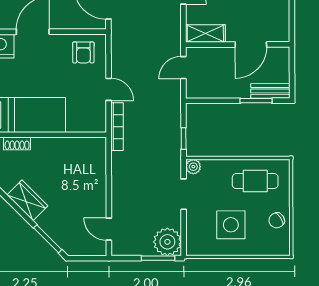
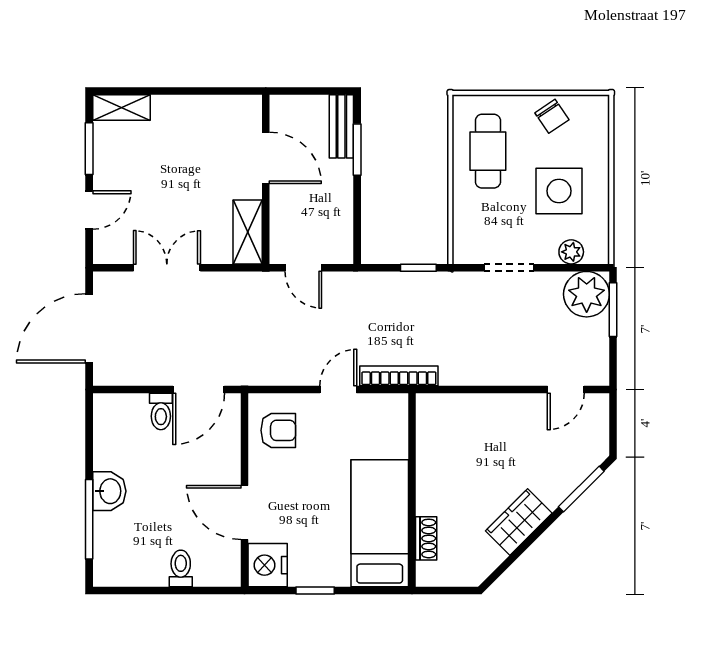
plant: (193, 167) -> (571, 252), moved

